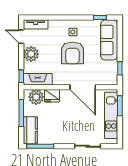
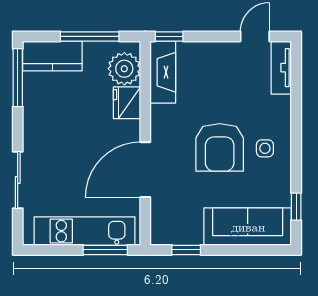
armchair: (73, 53) -> (220, 147), turned -90
plant: (31, 54) -> (217, 58), removed

